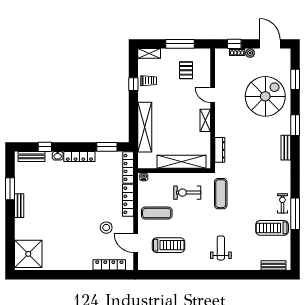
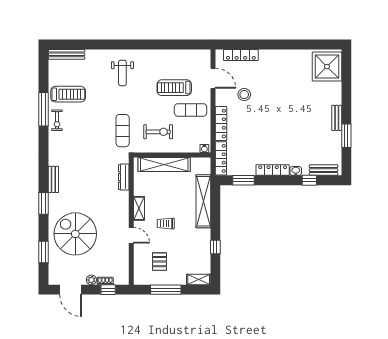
trolley: (149, 81) -> (166, 224), moved
spiral stairs: (265, 96) -> (75, 234), turned 90
treadmill: (169, 245) -> (174, 88), moved
bench: (273, 265) -> (67, 54), width x1.36

